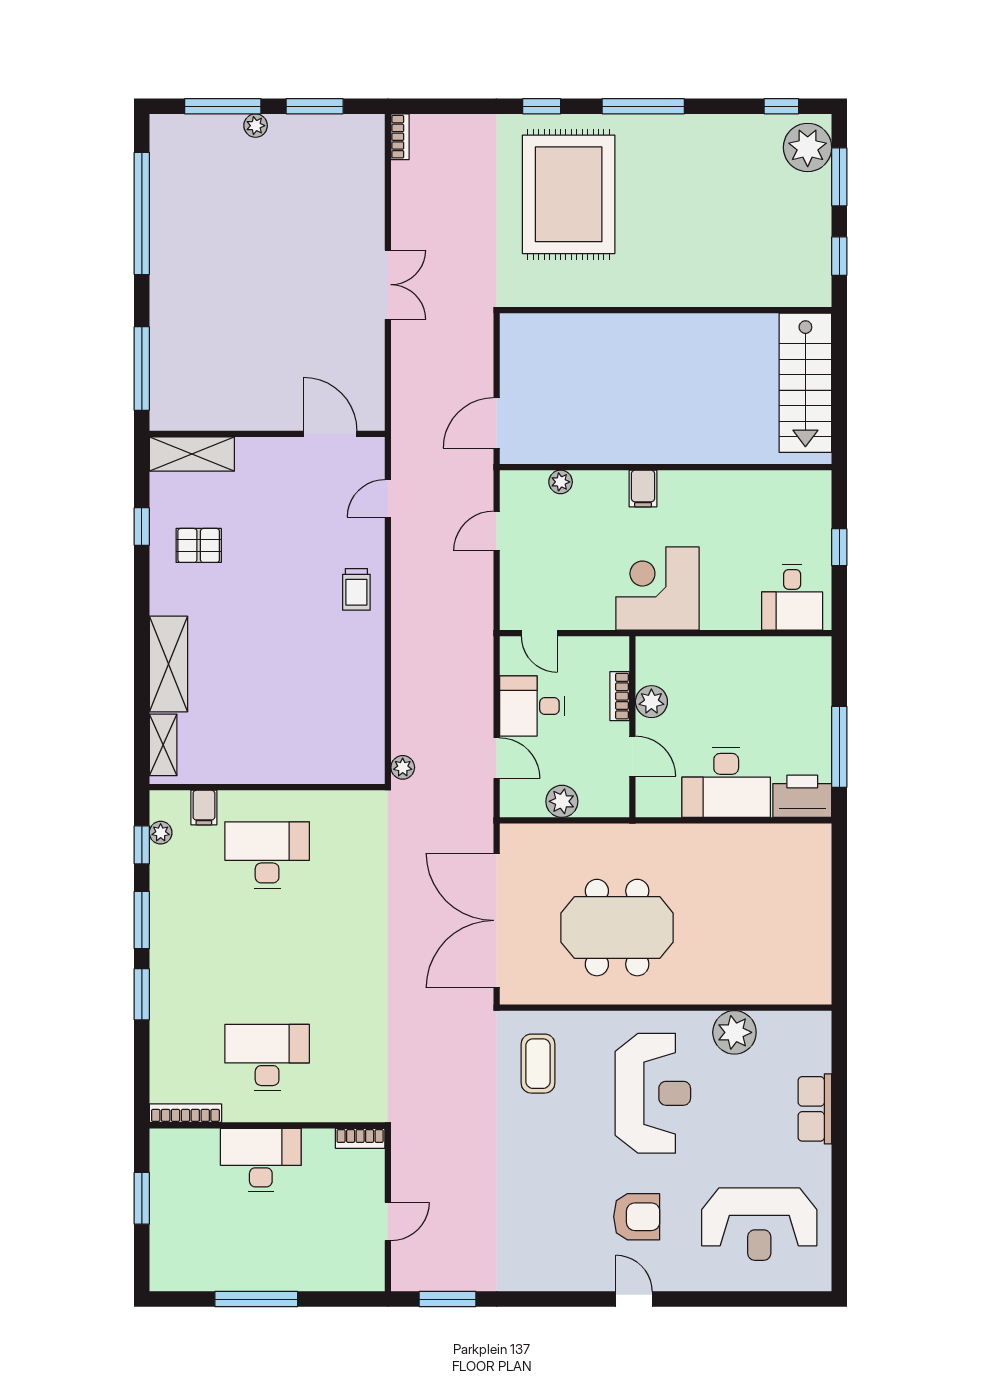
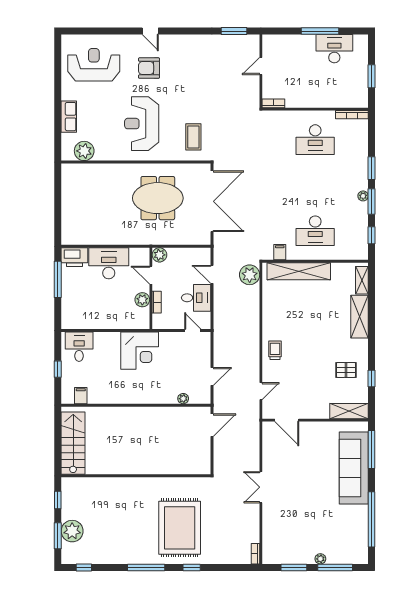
plant: (808, 147) -> (72, 531), moved
sofa: (181, 328) -> (354, 468), added
filing cabinet: (643, 489) -> (81, 396), moved
shelving: (304, 765) -> (299, 271), added
plant: (403, 767) -> (250, 275), width x1.88, depth x1.88
plant: (562, 801) -> (159, 255), moved
filing cabinet: (204, 807) -> (280, 252), moved
plant: (161, 833) -> (363, 196), moved
plant: (734, 1032) -> (84, 151), moved
desk: (261, 1160) -> (334, 49), moved, turned 180

